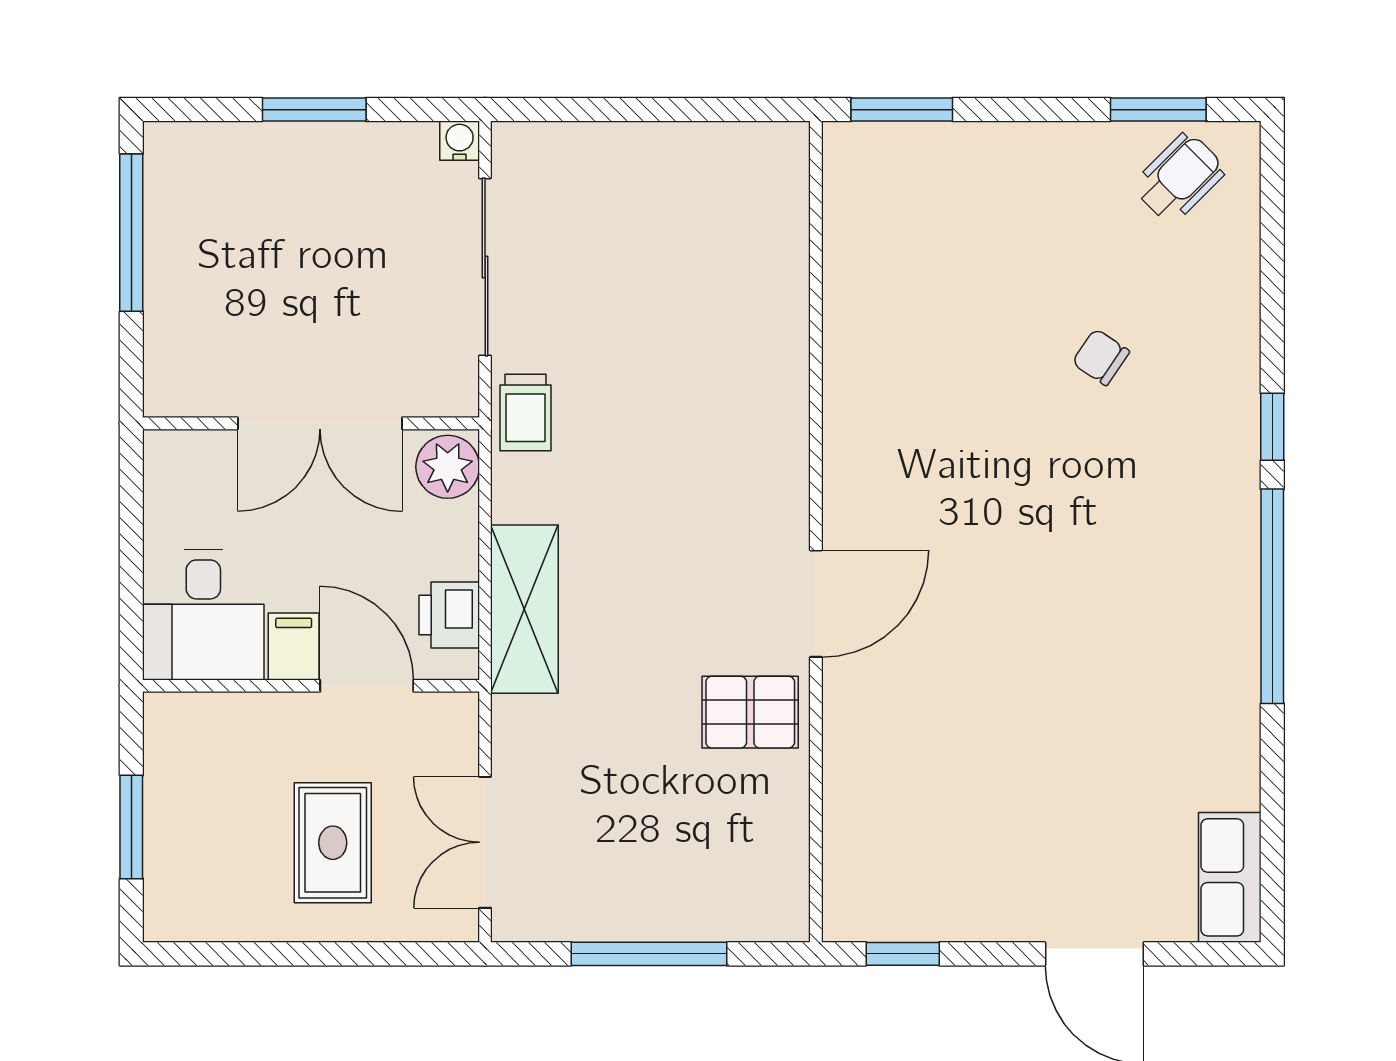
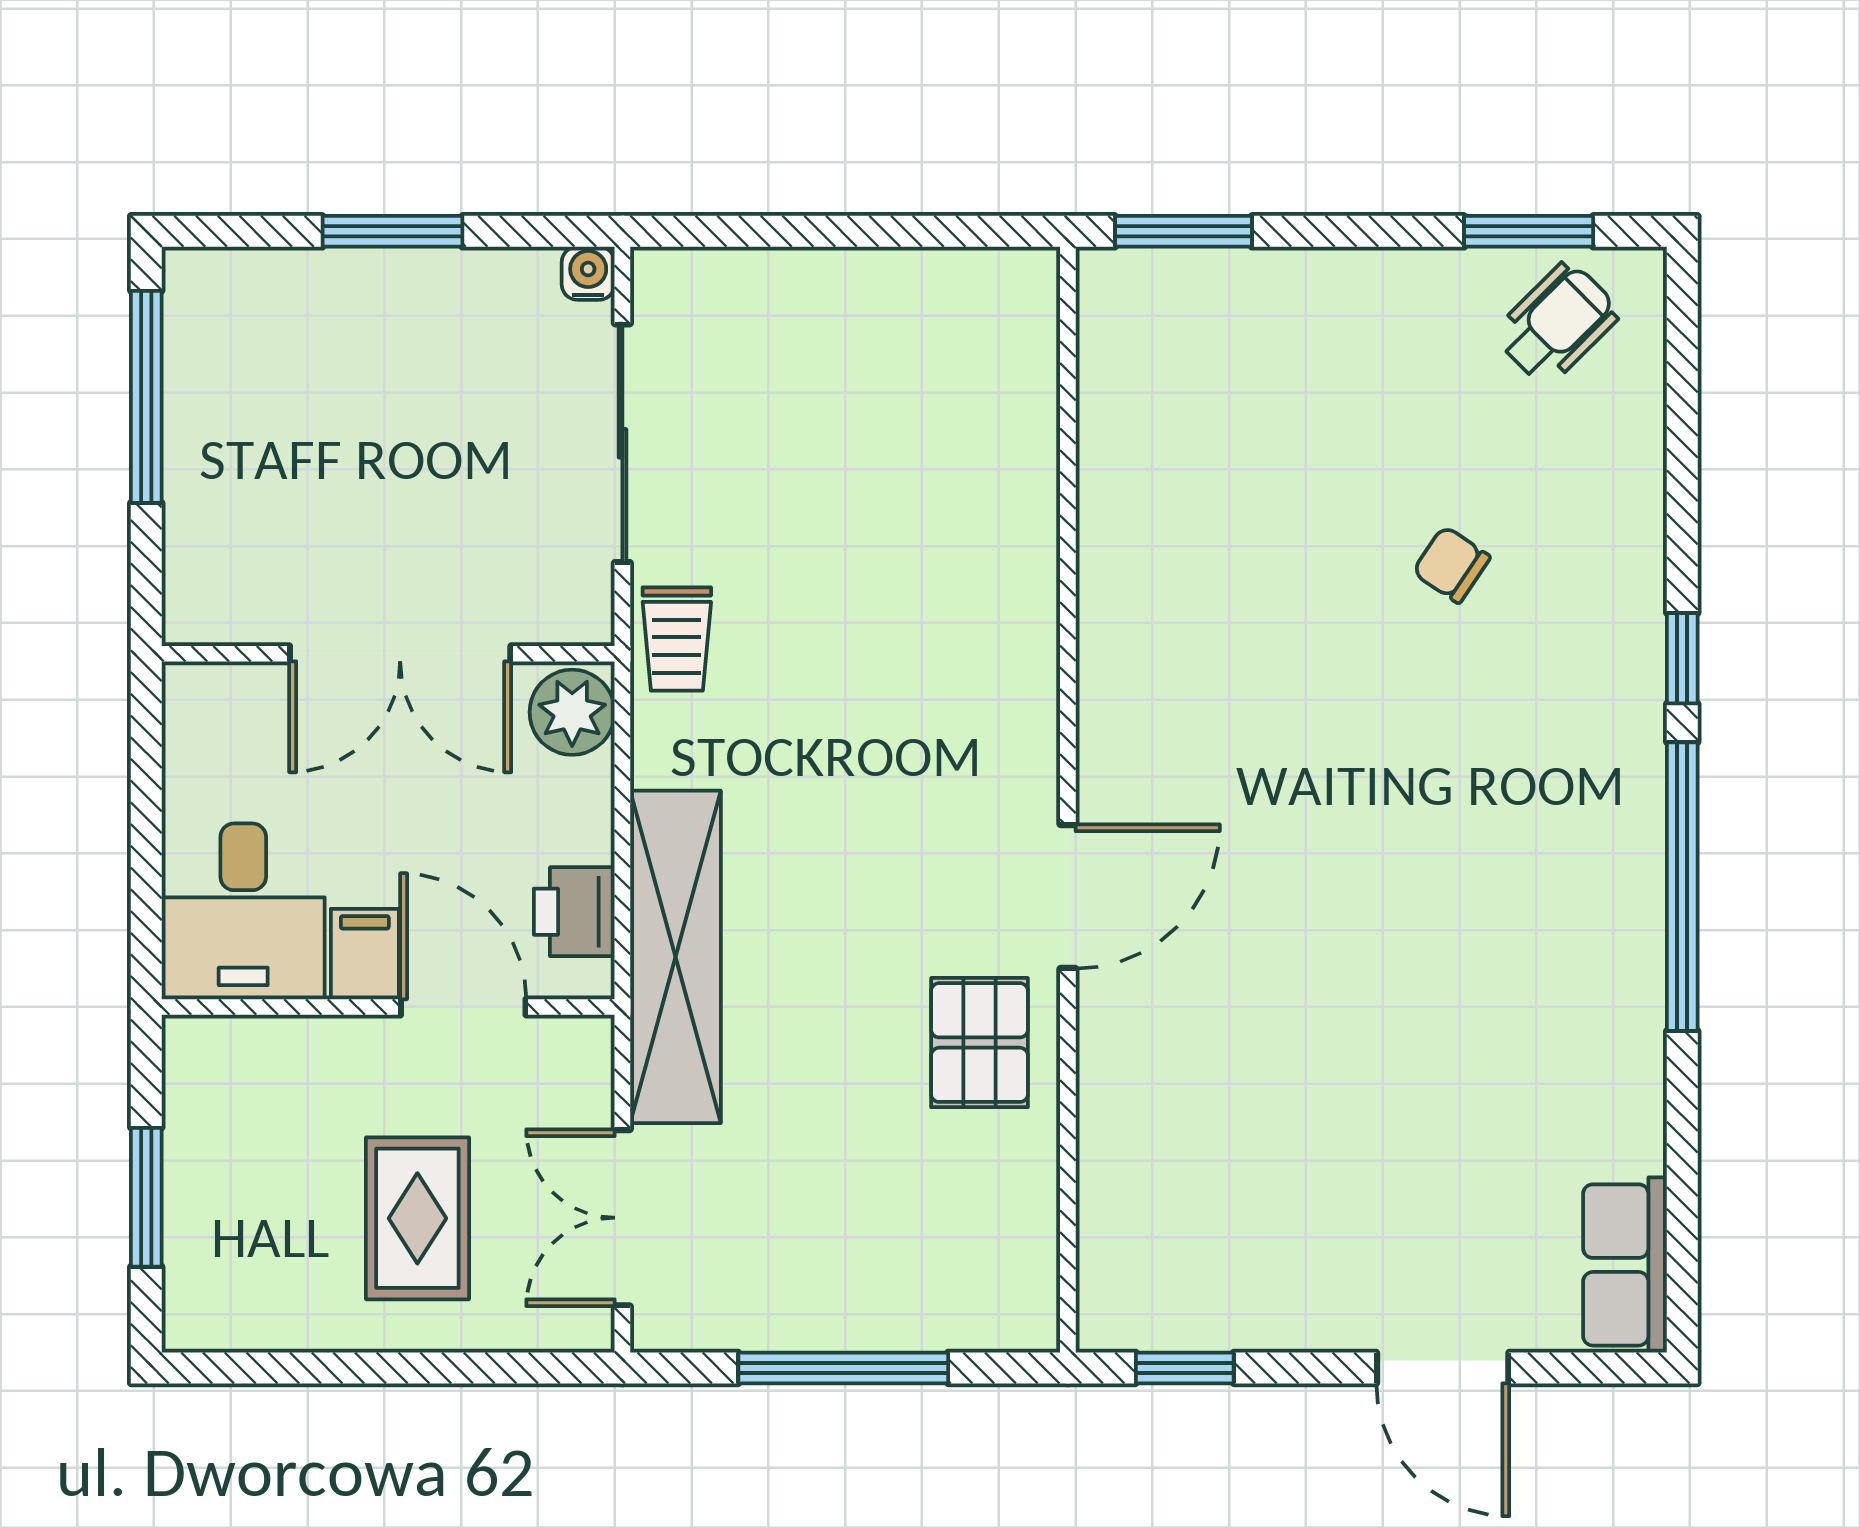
shelving: (524, 609) -> (675, 957), width x1.47
pallet: (750, 712) -> (979, 1043), turned 90

